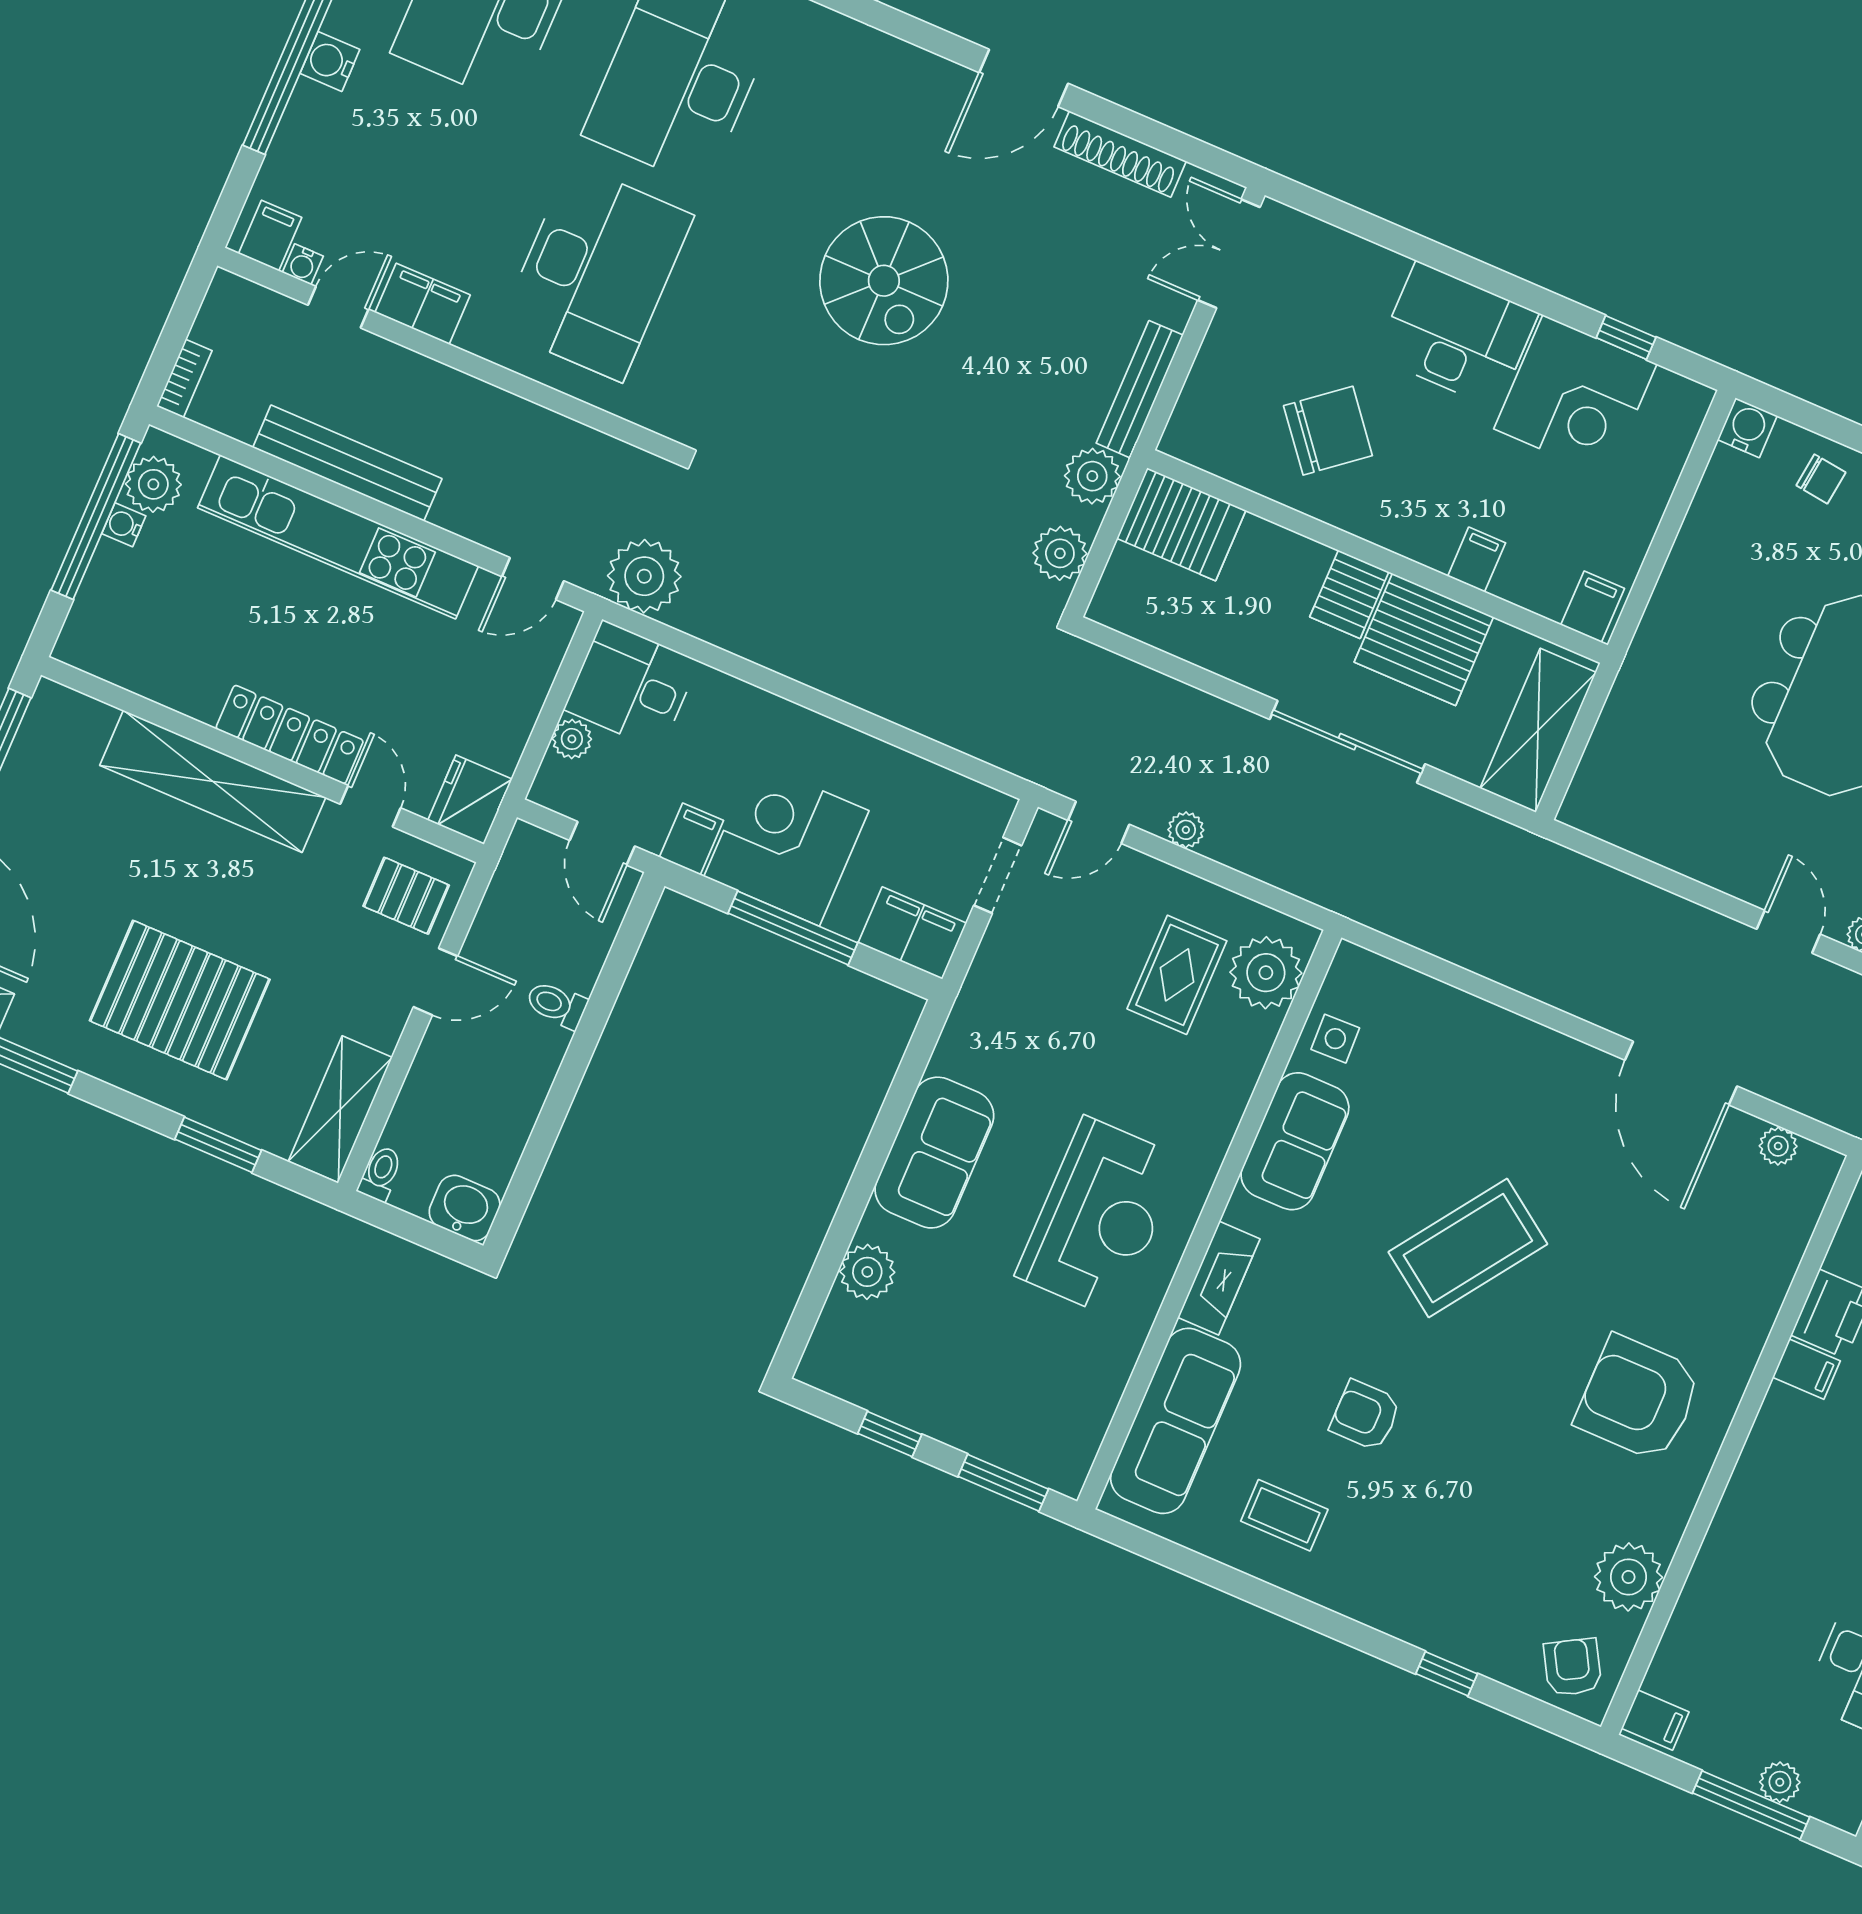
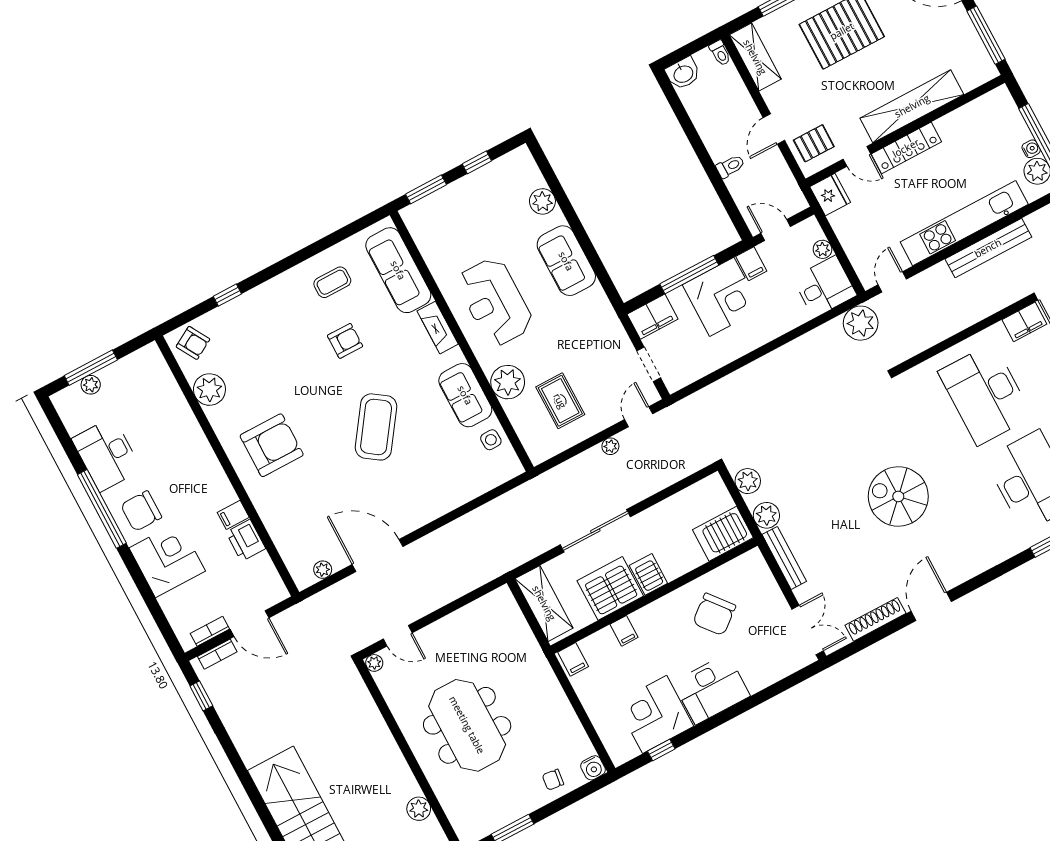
plant: (1266, 973) -> (508, 382), moved
filing cabinet: (1655, 1720) -> (150, 358), removed

